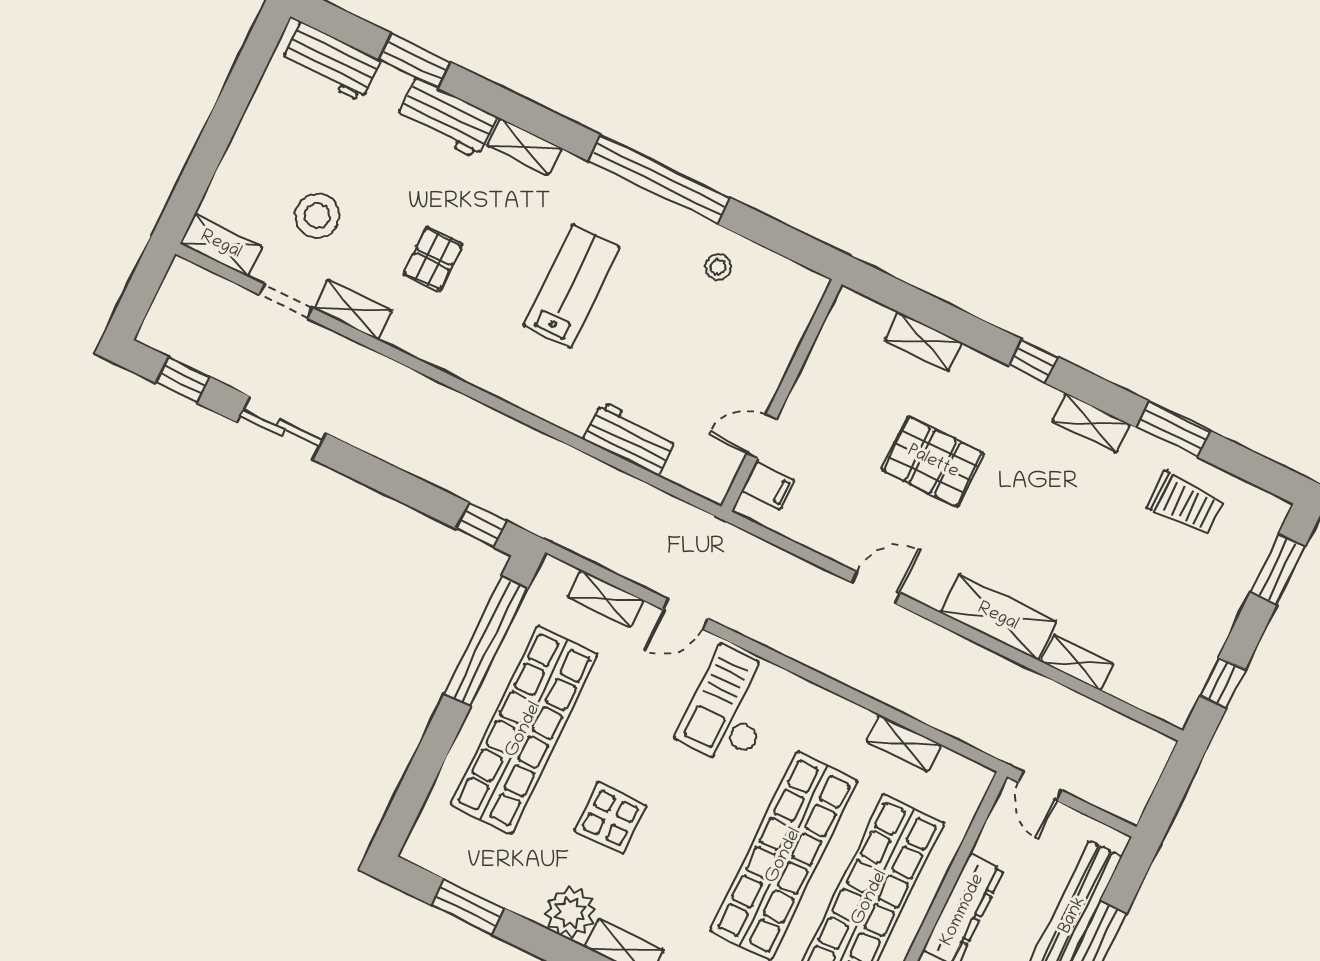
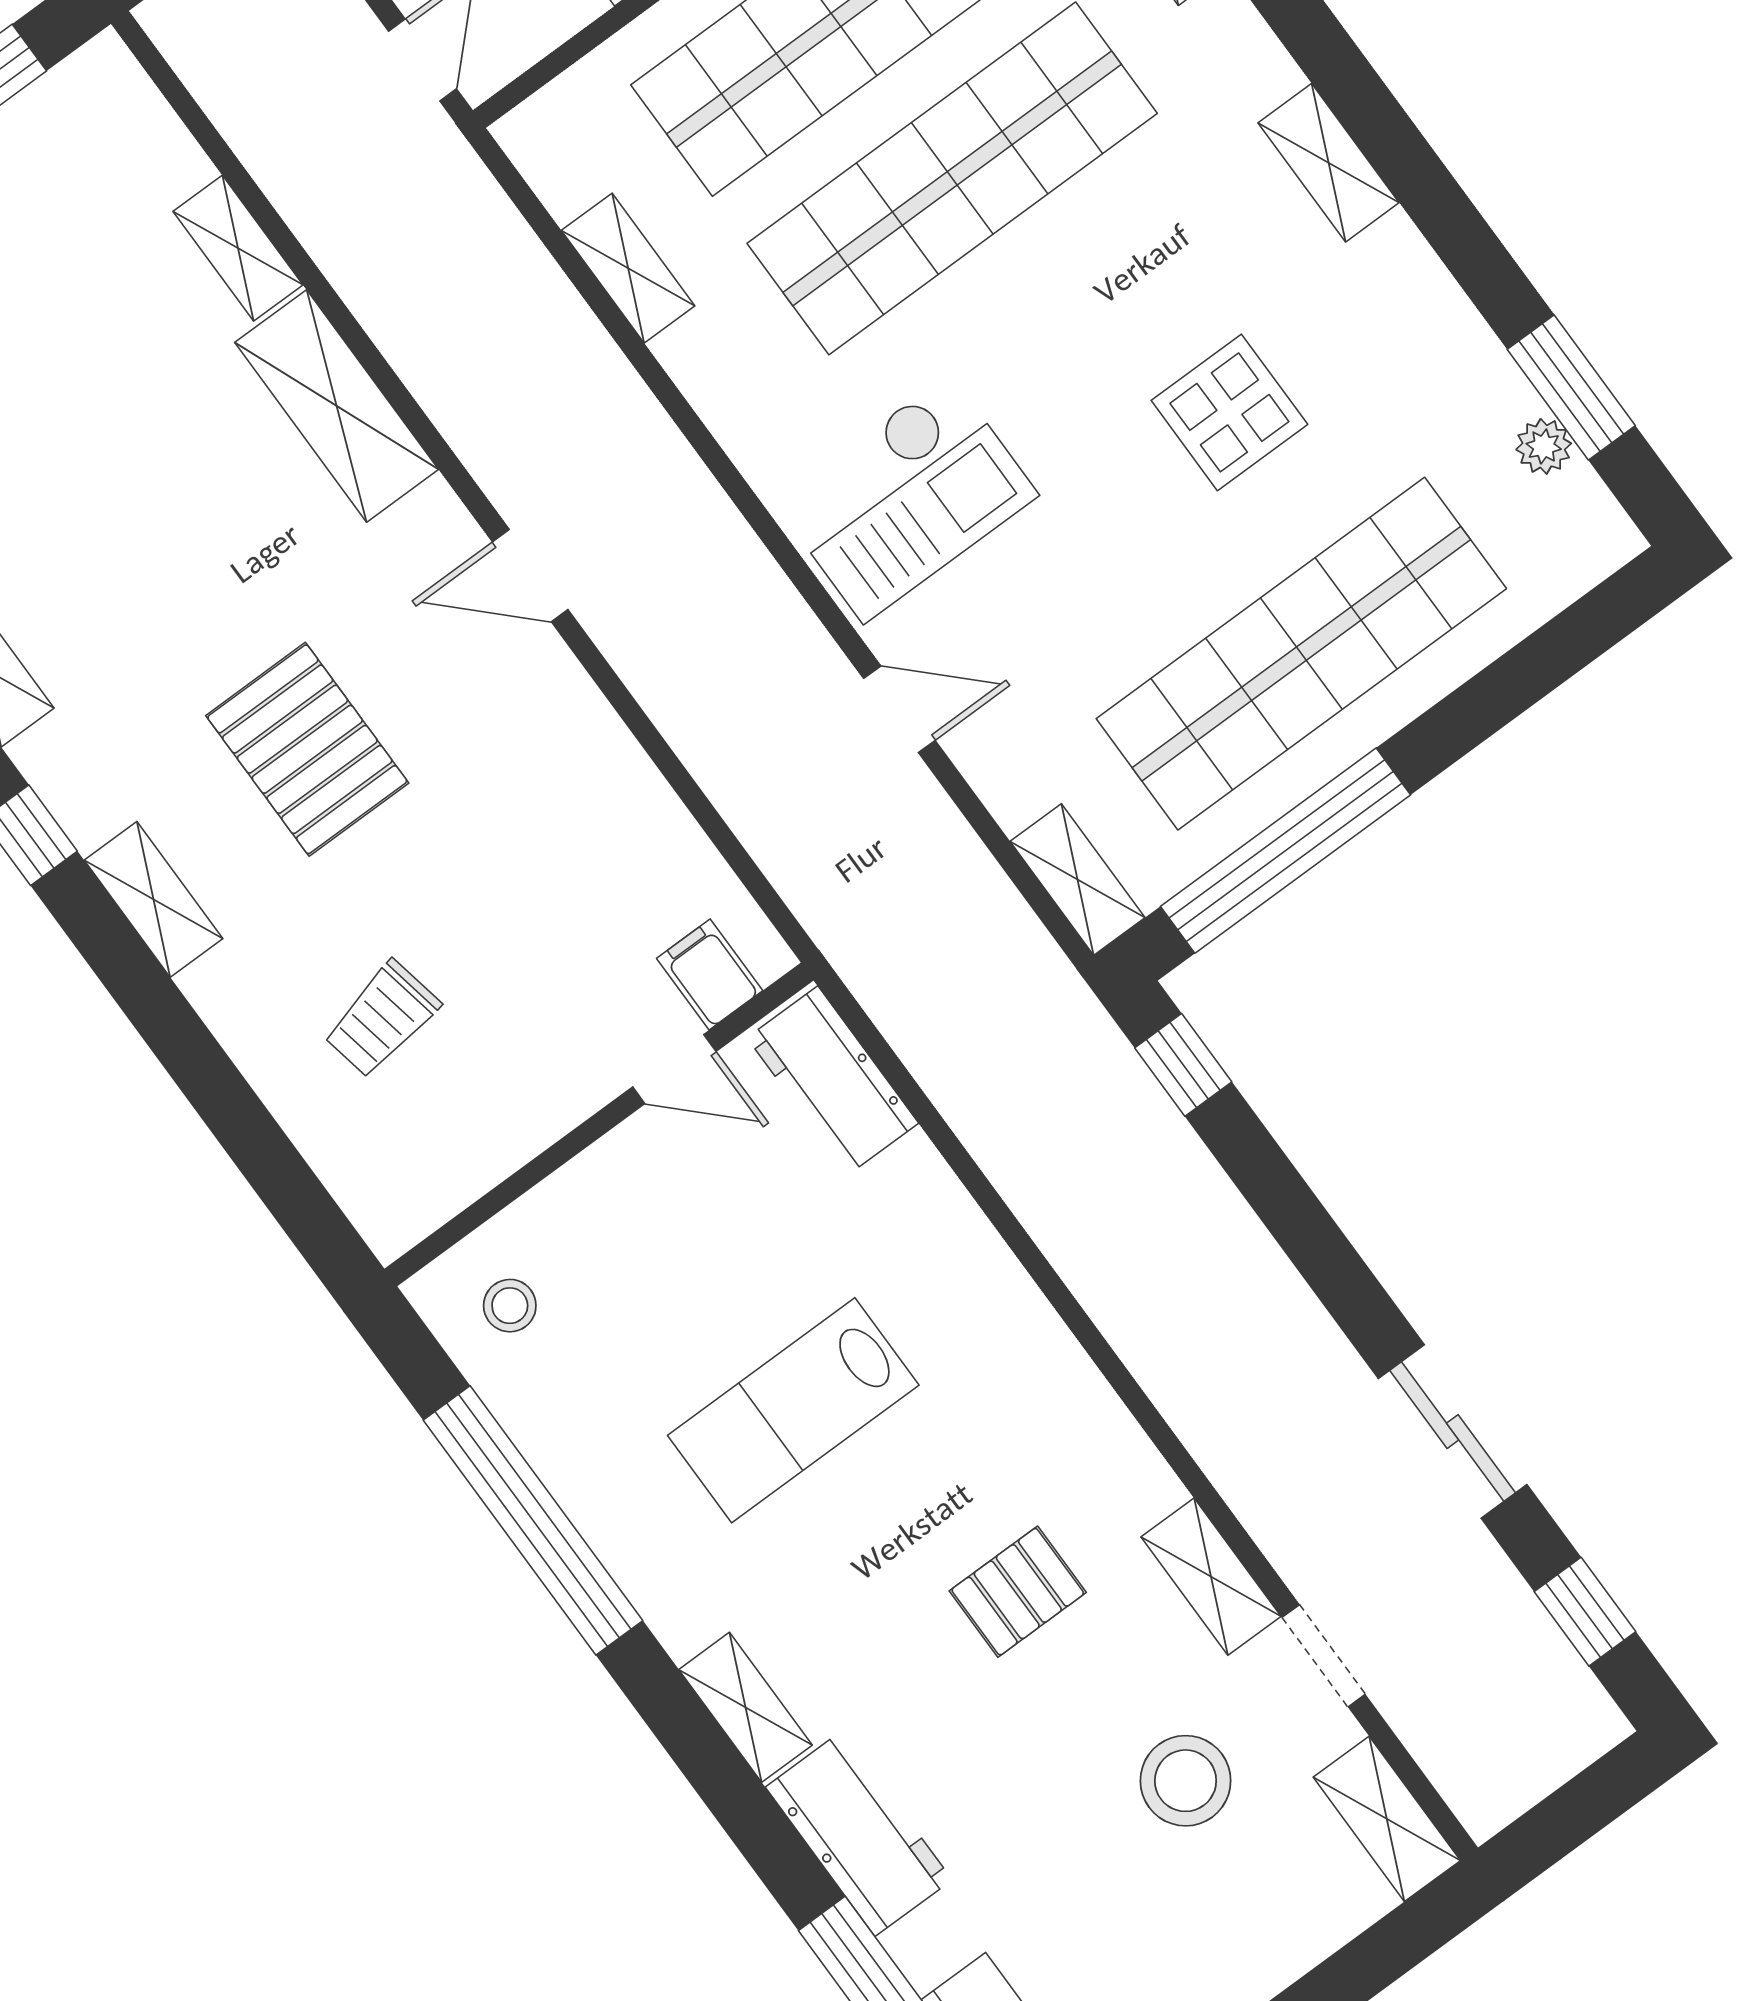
shelving: (923, 341) -> (154, 899), moved
trolley: (839, 362) -> (382, 1019), added
wall: (782, 395) -> (599, 1124), moved
door: (762, 437) -> (674, 1069), moved
filing cabinet: (768, 486) -> (710, 974), moved
shelving: (606, 599) -> (1078, 879), moved
plant: (570, 912) -> (1544, 446), moved, width x0.53, depth x0.53

